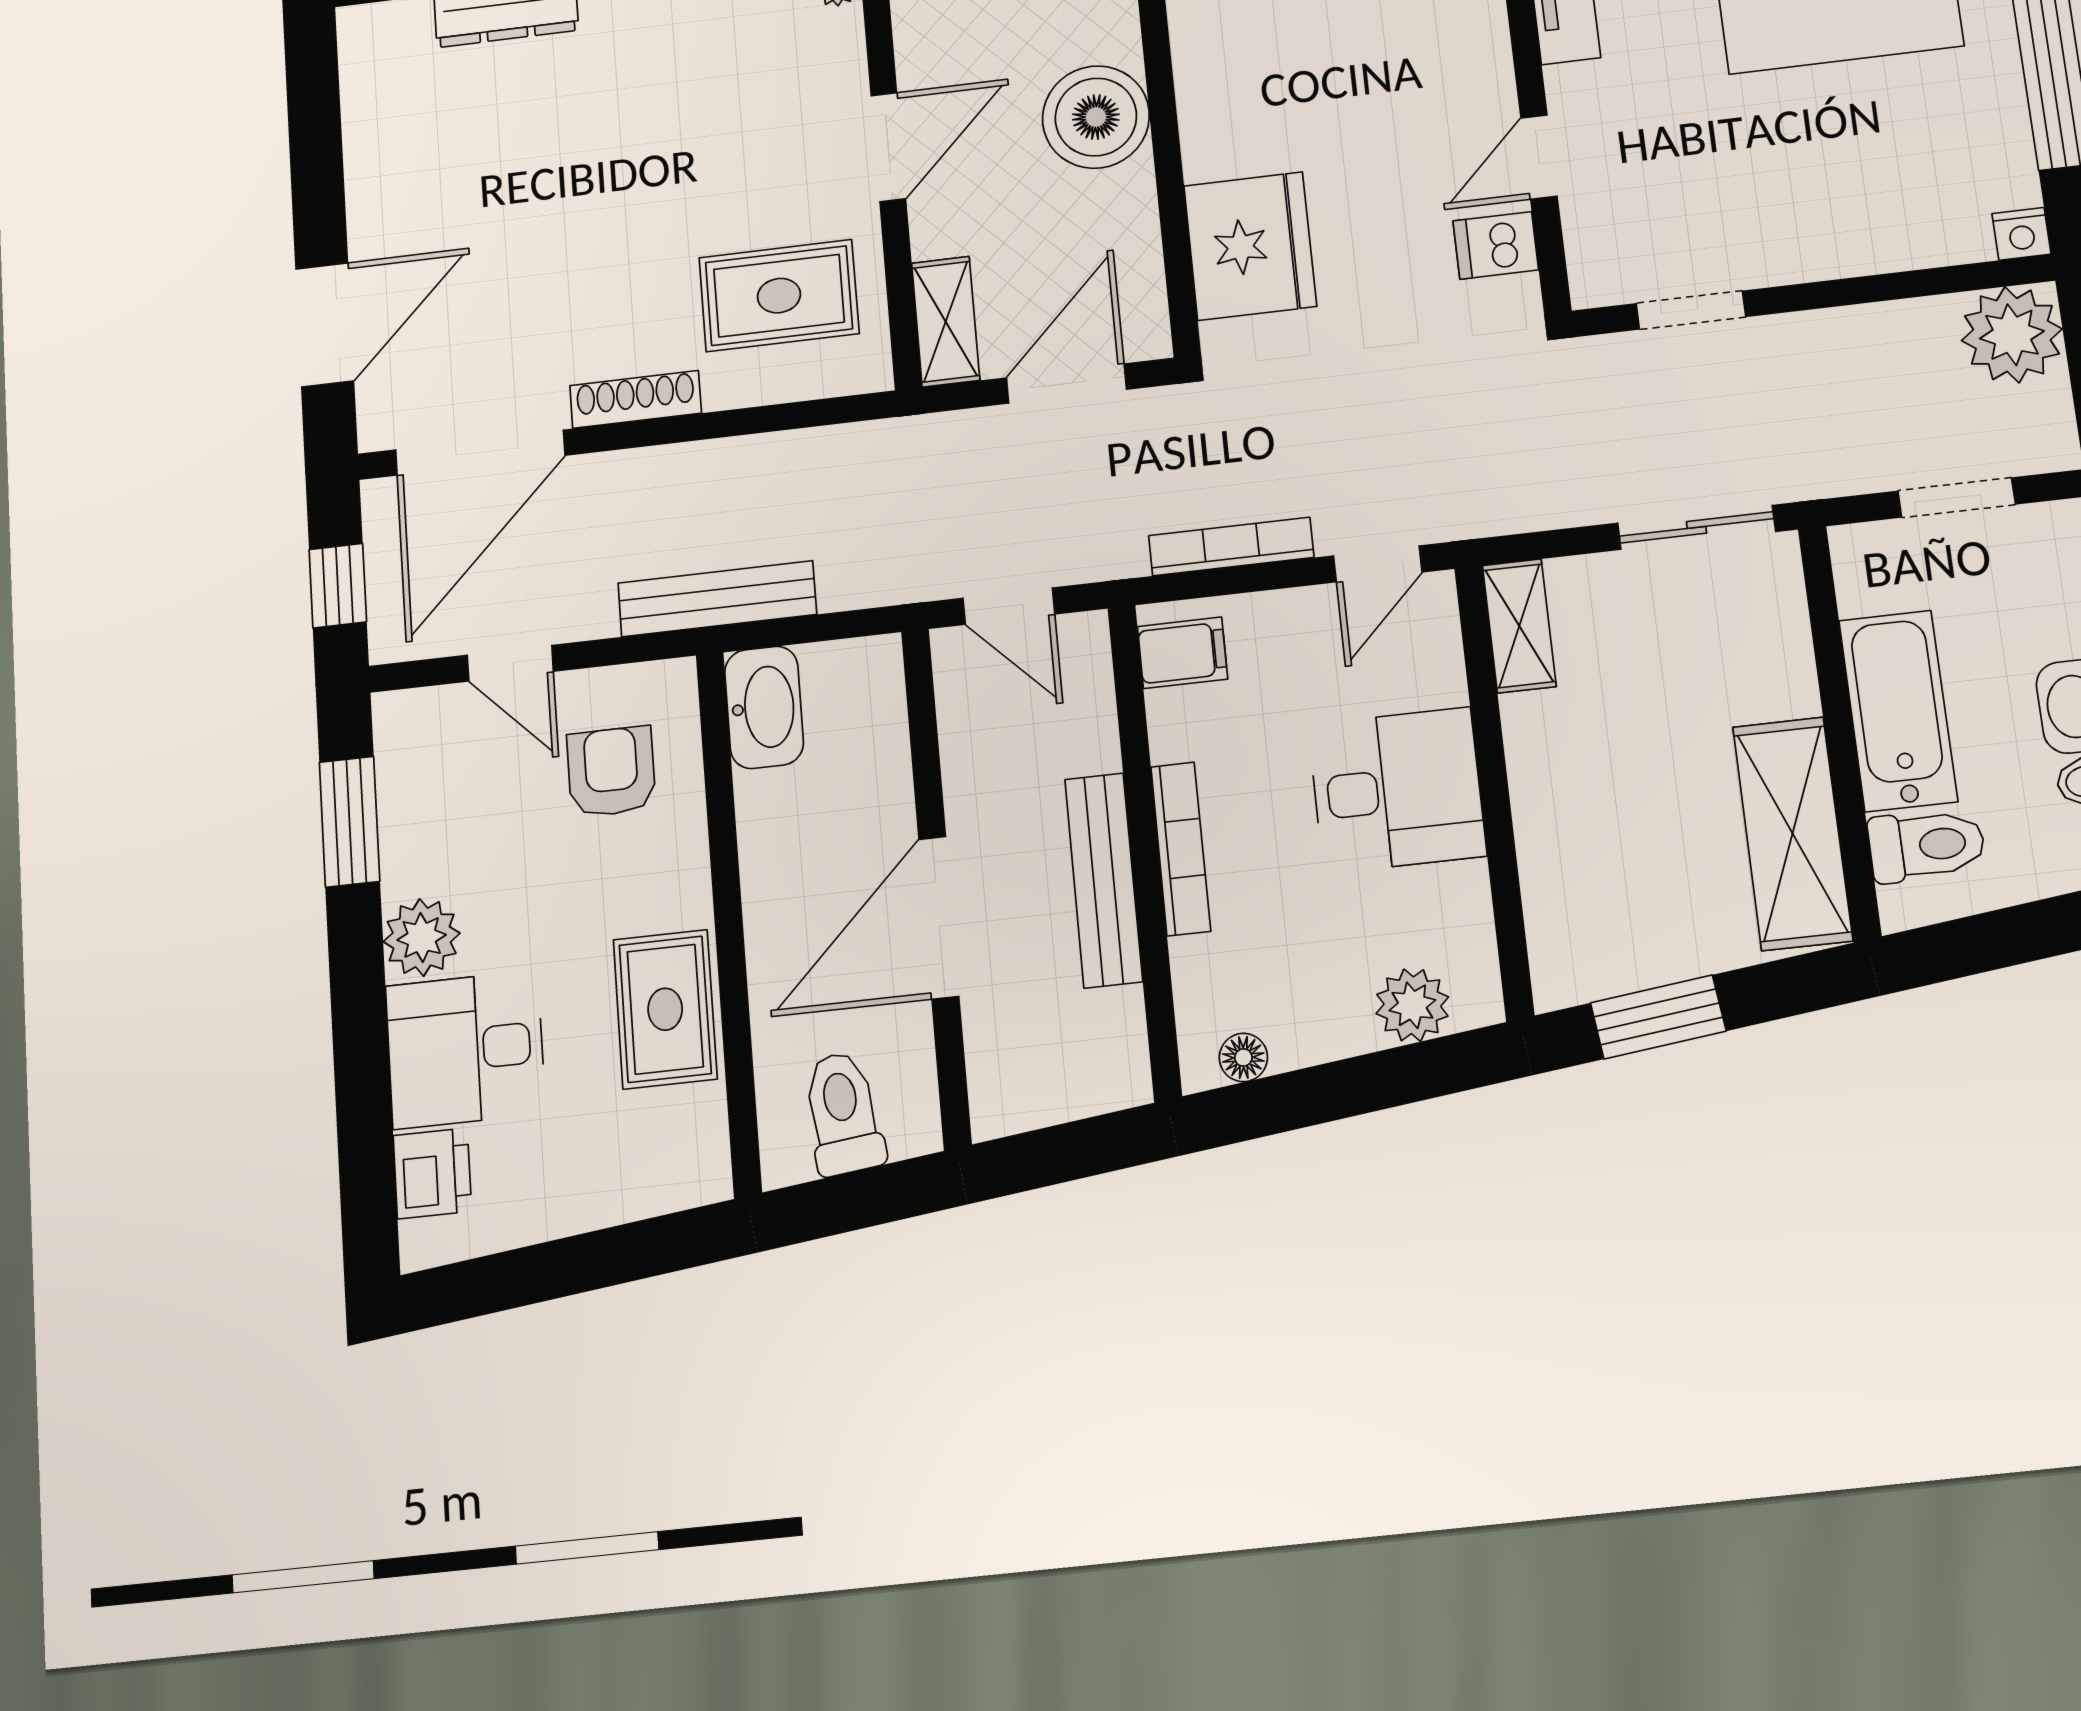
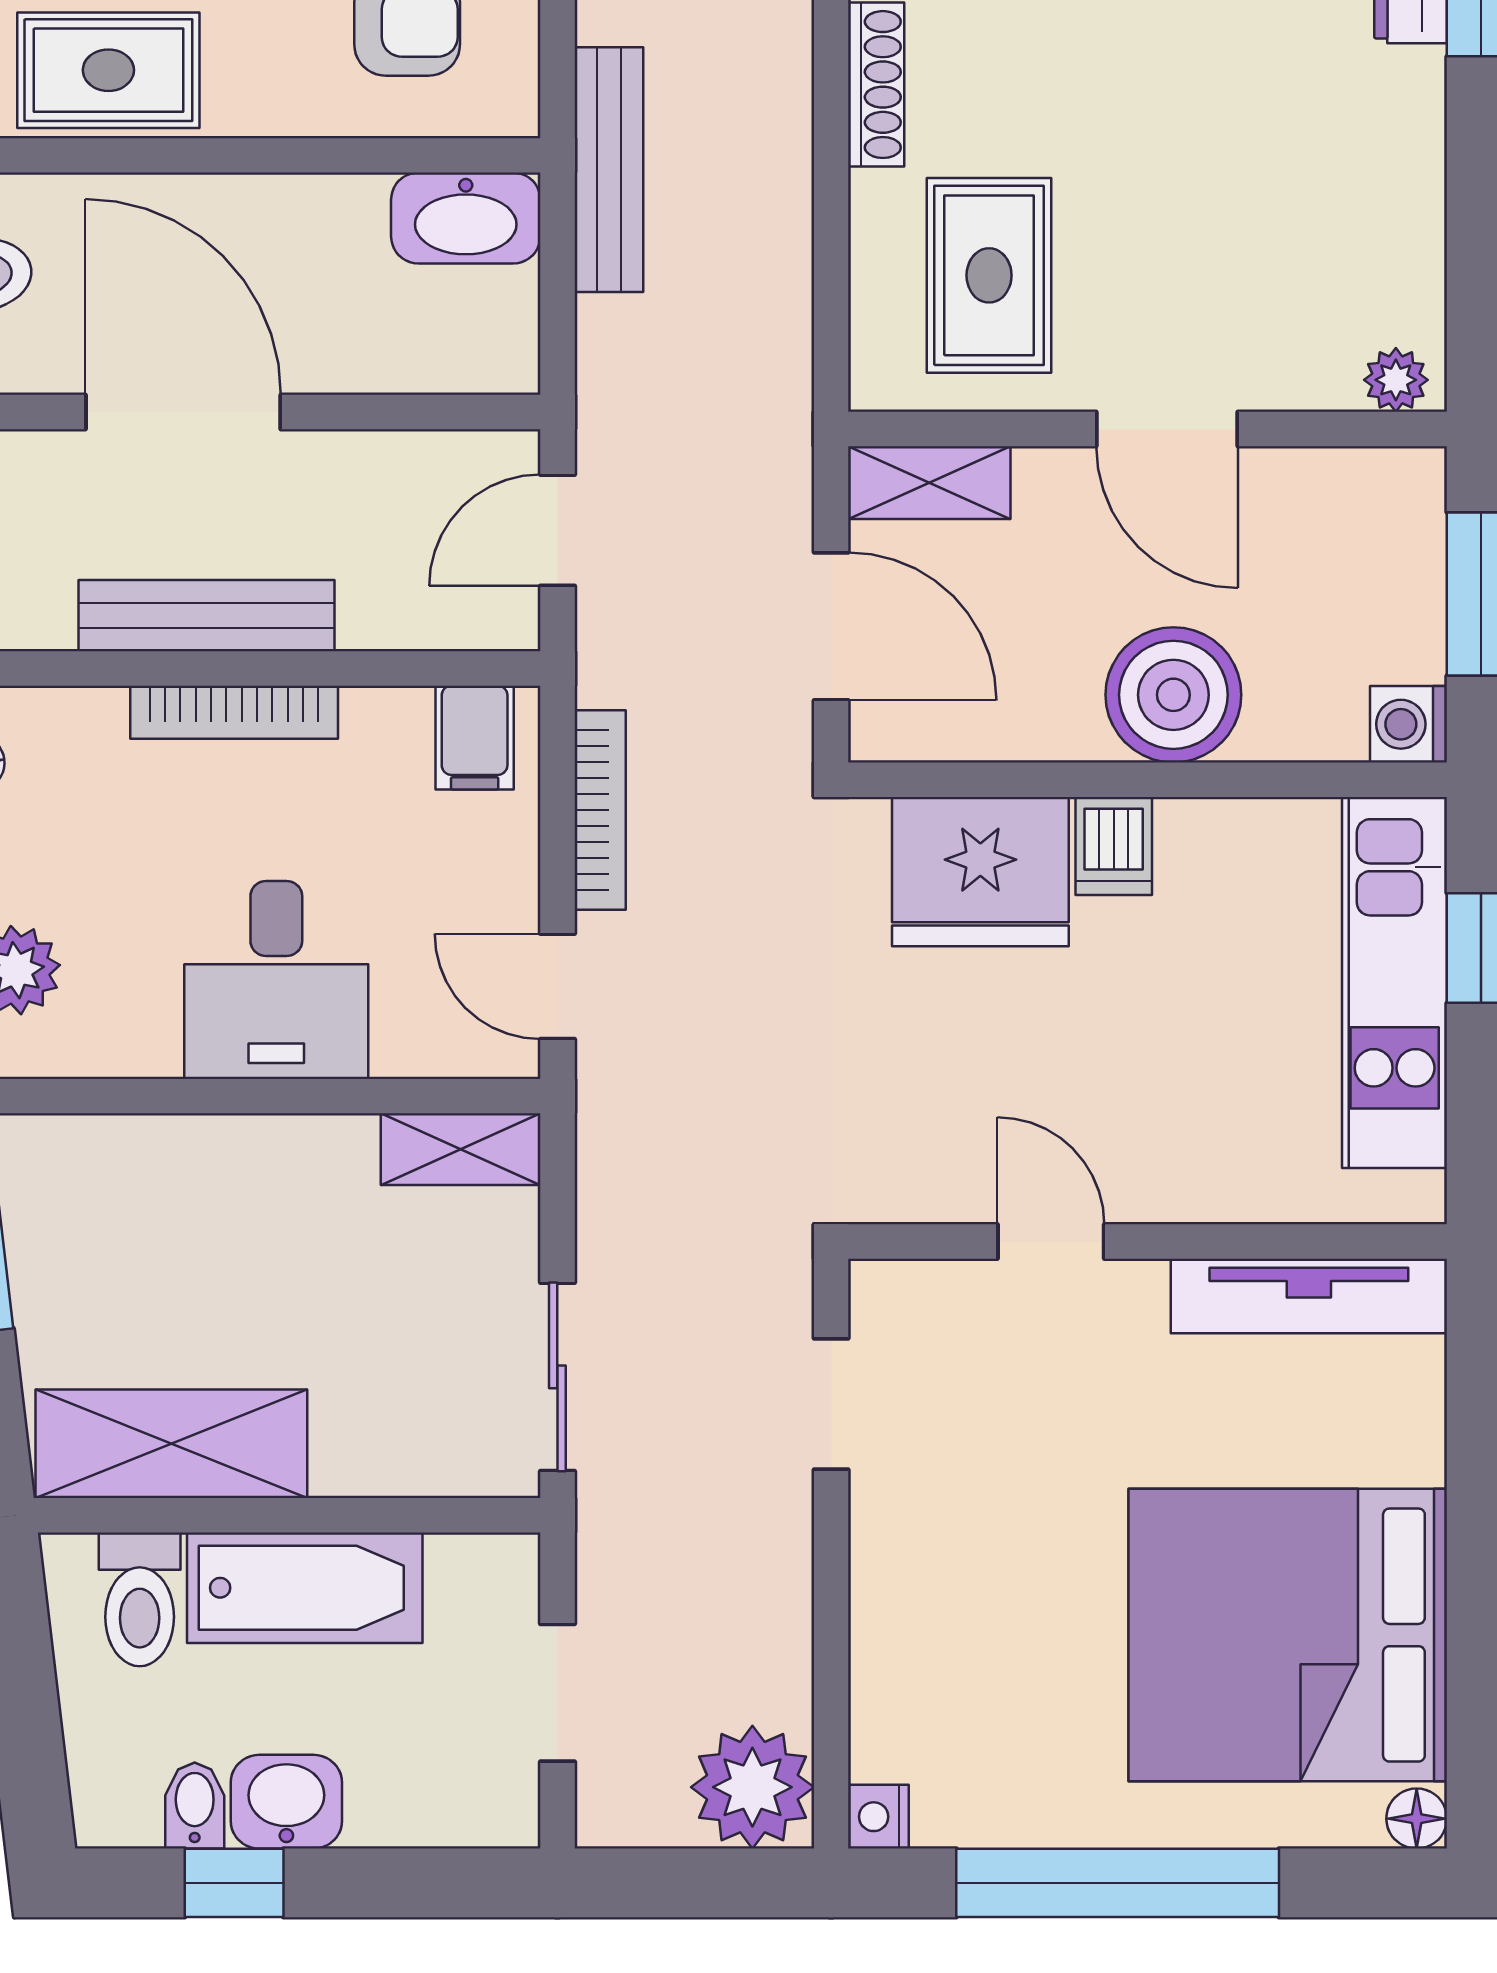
dishwasher: (1496, 245) -> (1114, 846), moved, turned 180

